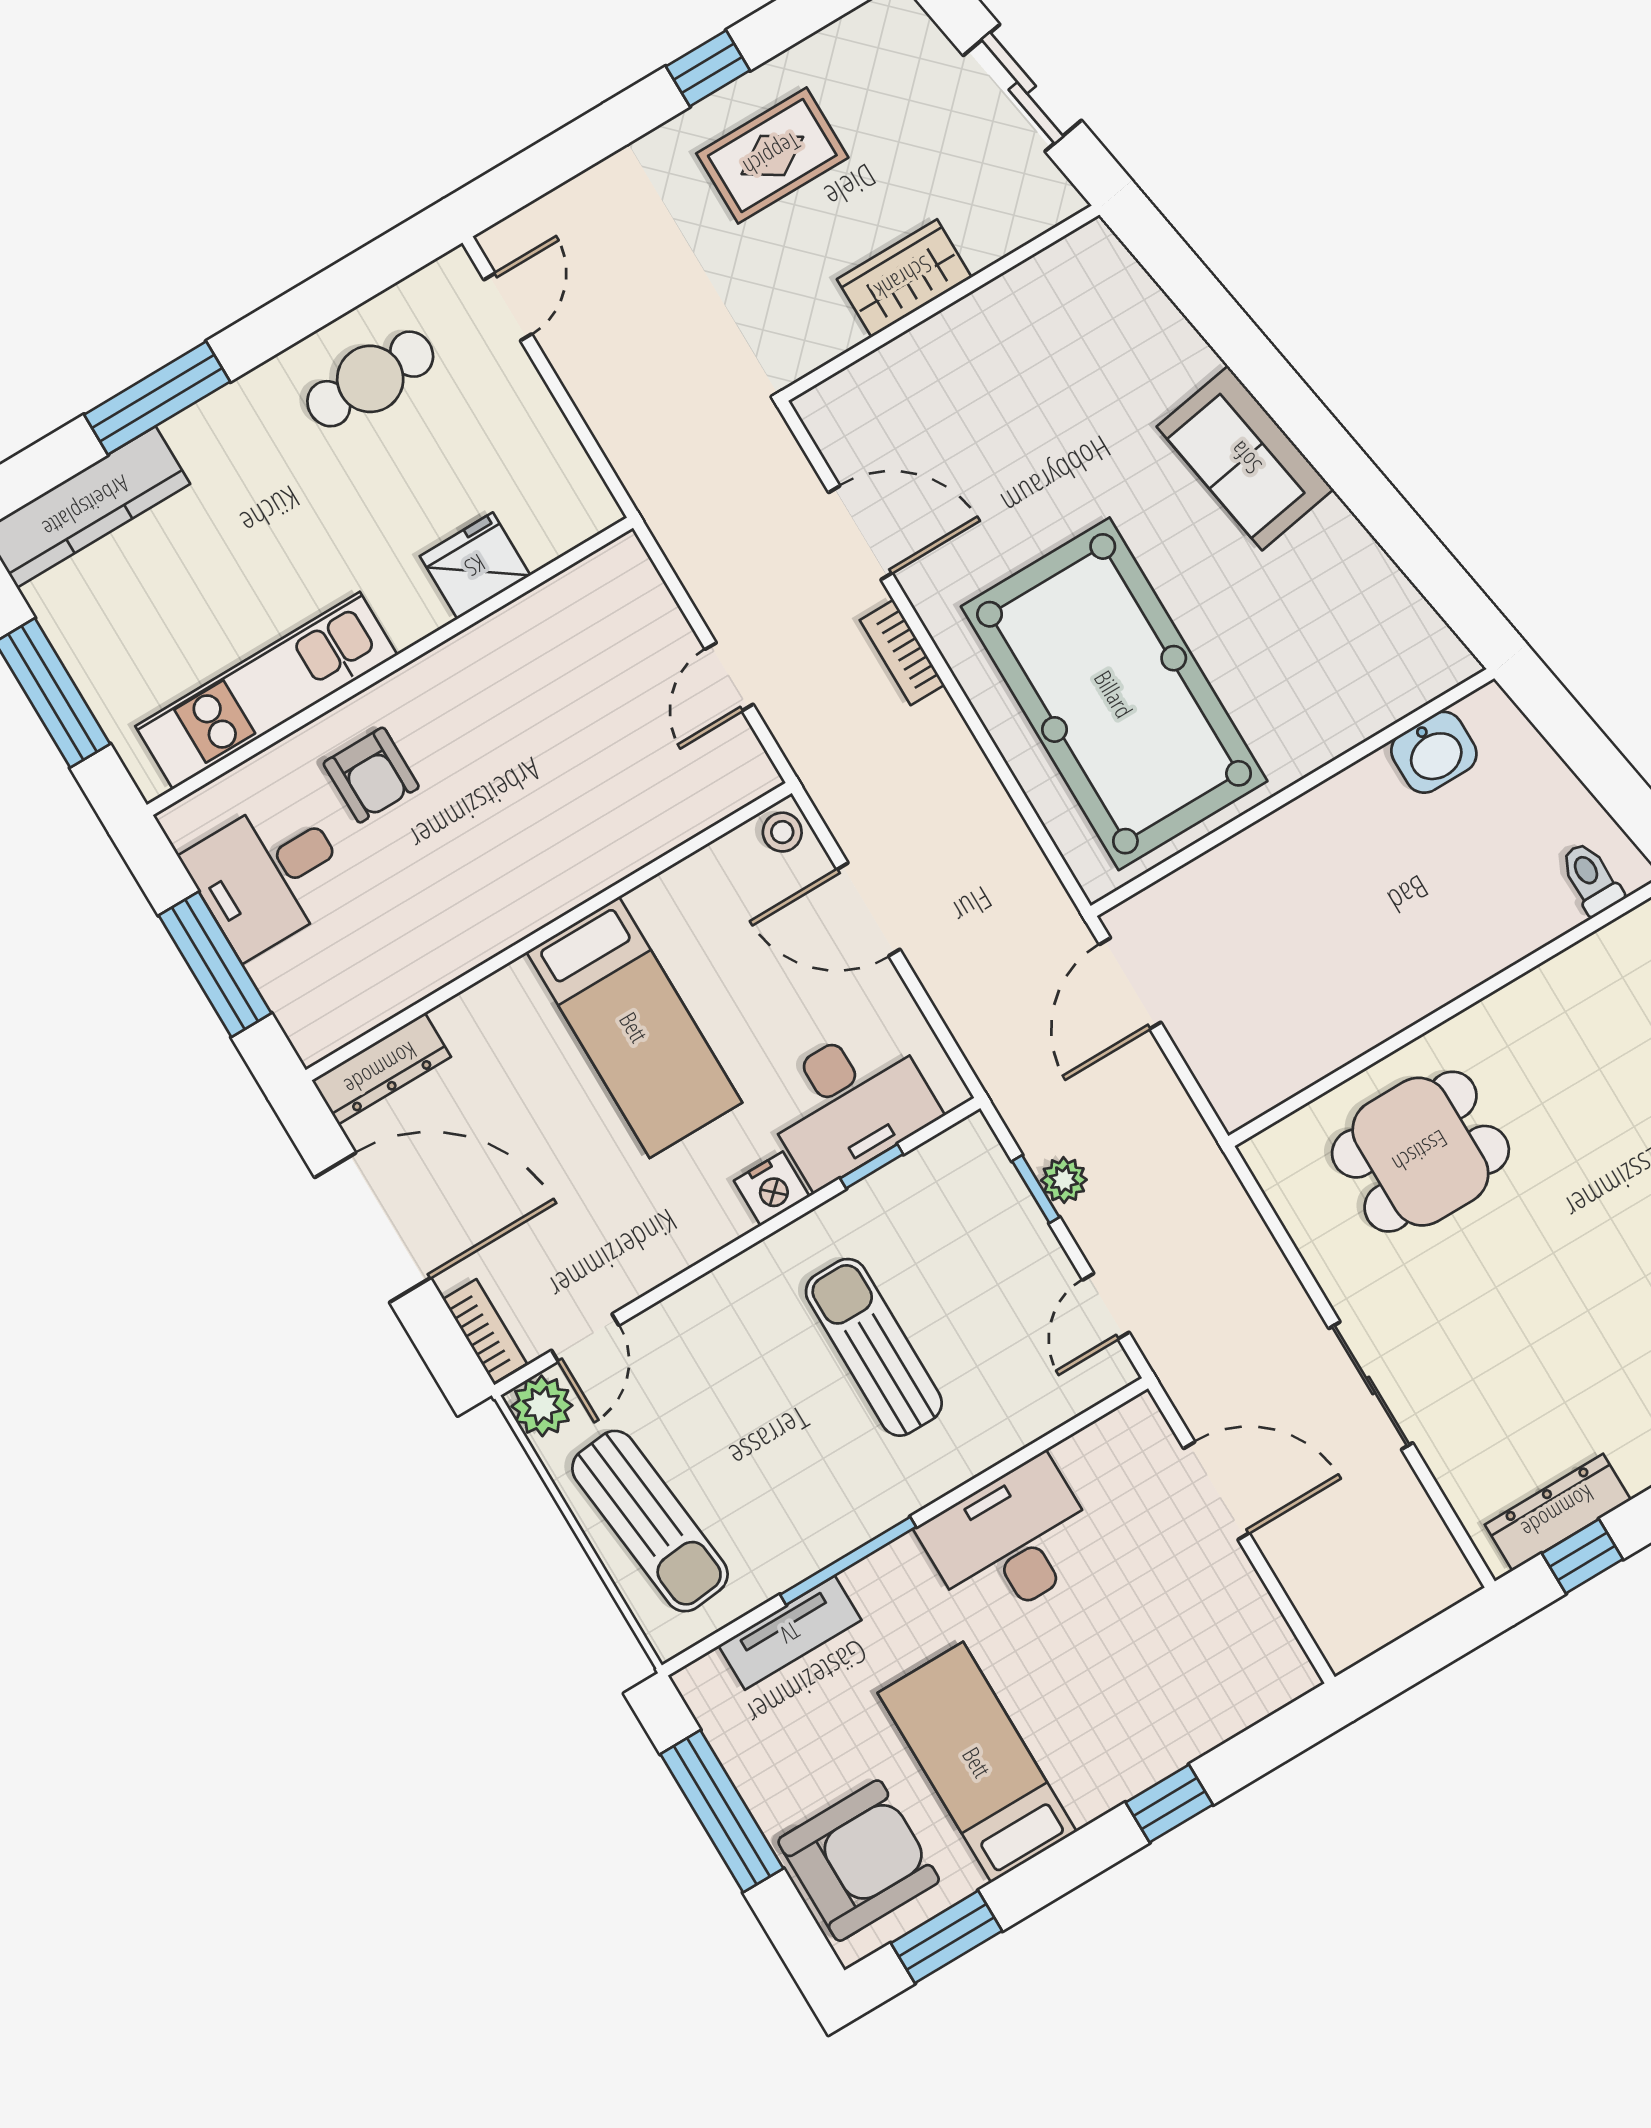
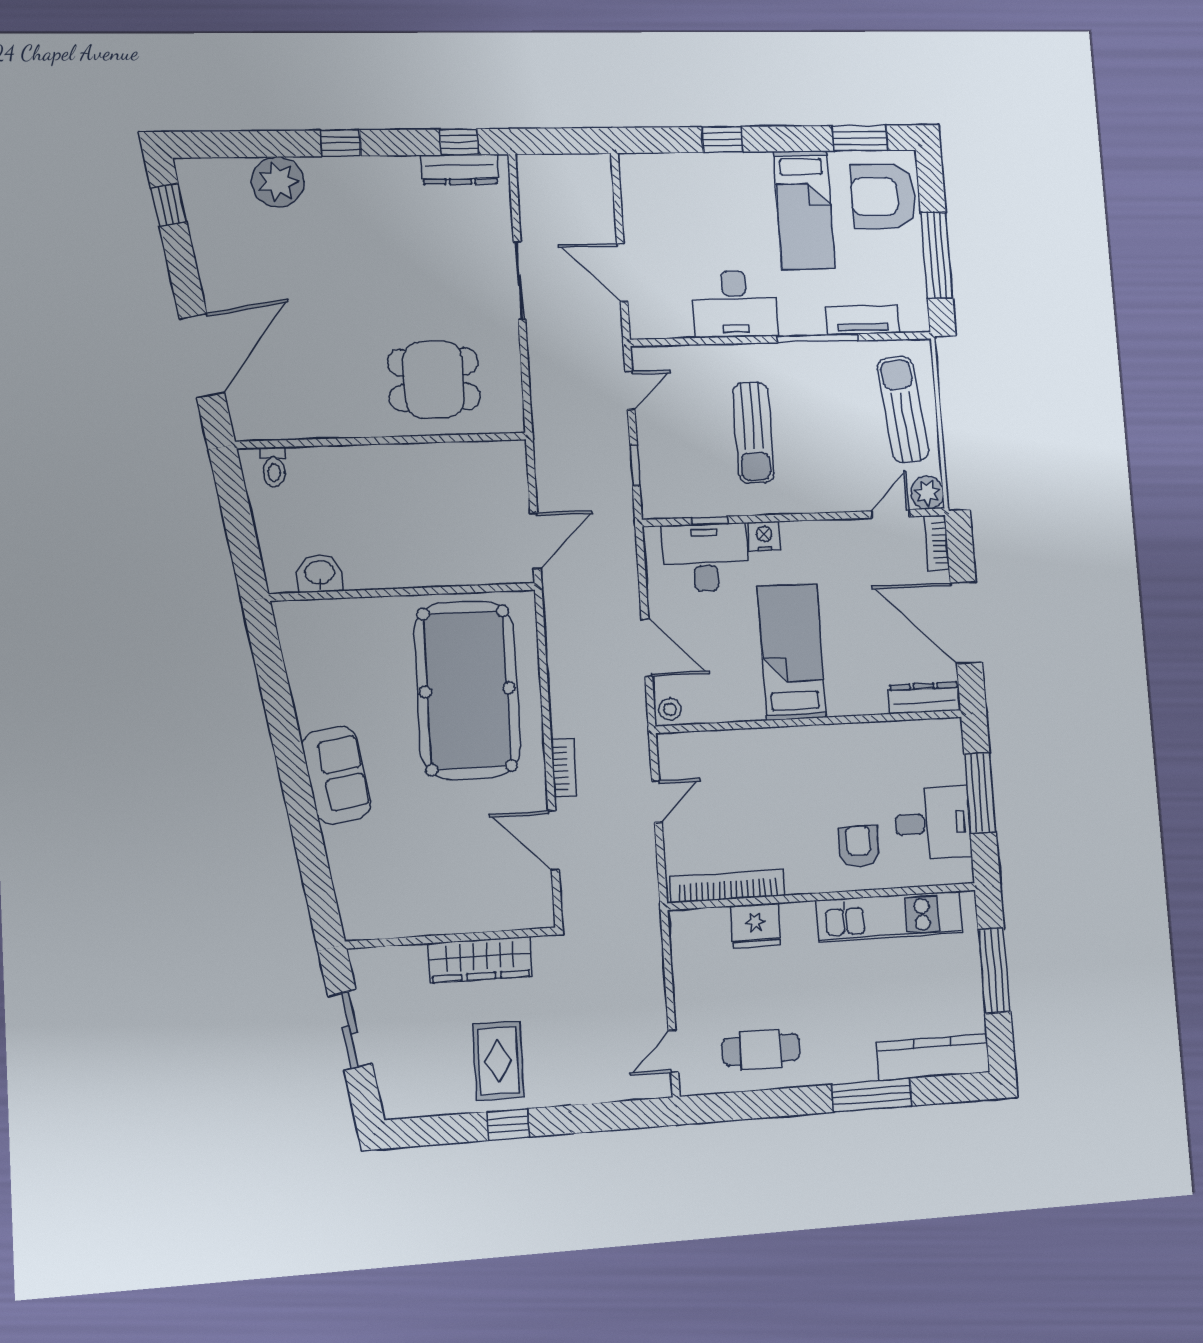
rug: (772, 155) -> (498, 1061), turned 90
wardrobe: (904, 278) -> (480, 960), width x1.50
bookcase: (550, 604) -> (728, 886), added
plant: (1064, 1180) -> (619, 462), removed

